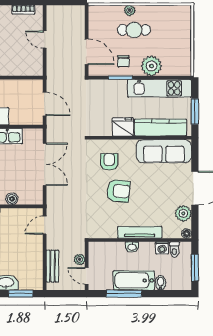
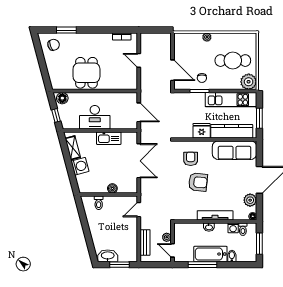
cafe table: (134, 30) -> (233, 61), moved, width x1.37, depth x1.35
plant: (151, 66) -> (249, 82), moved

